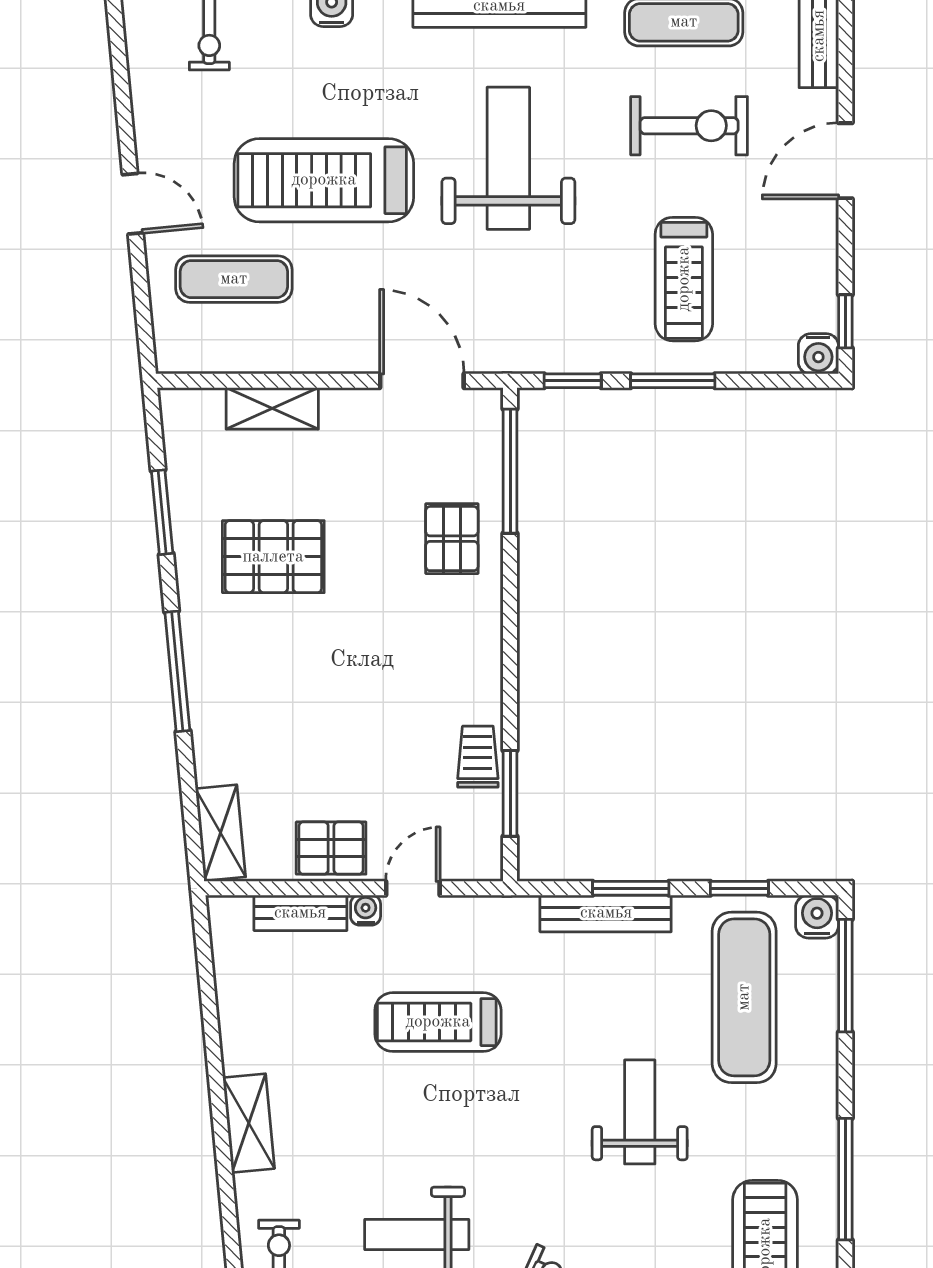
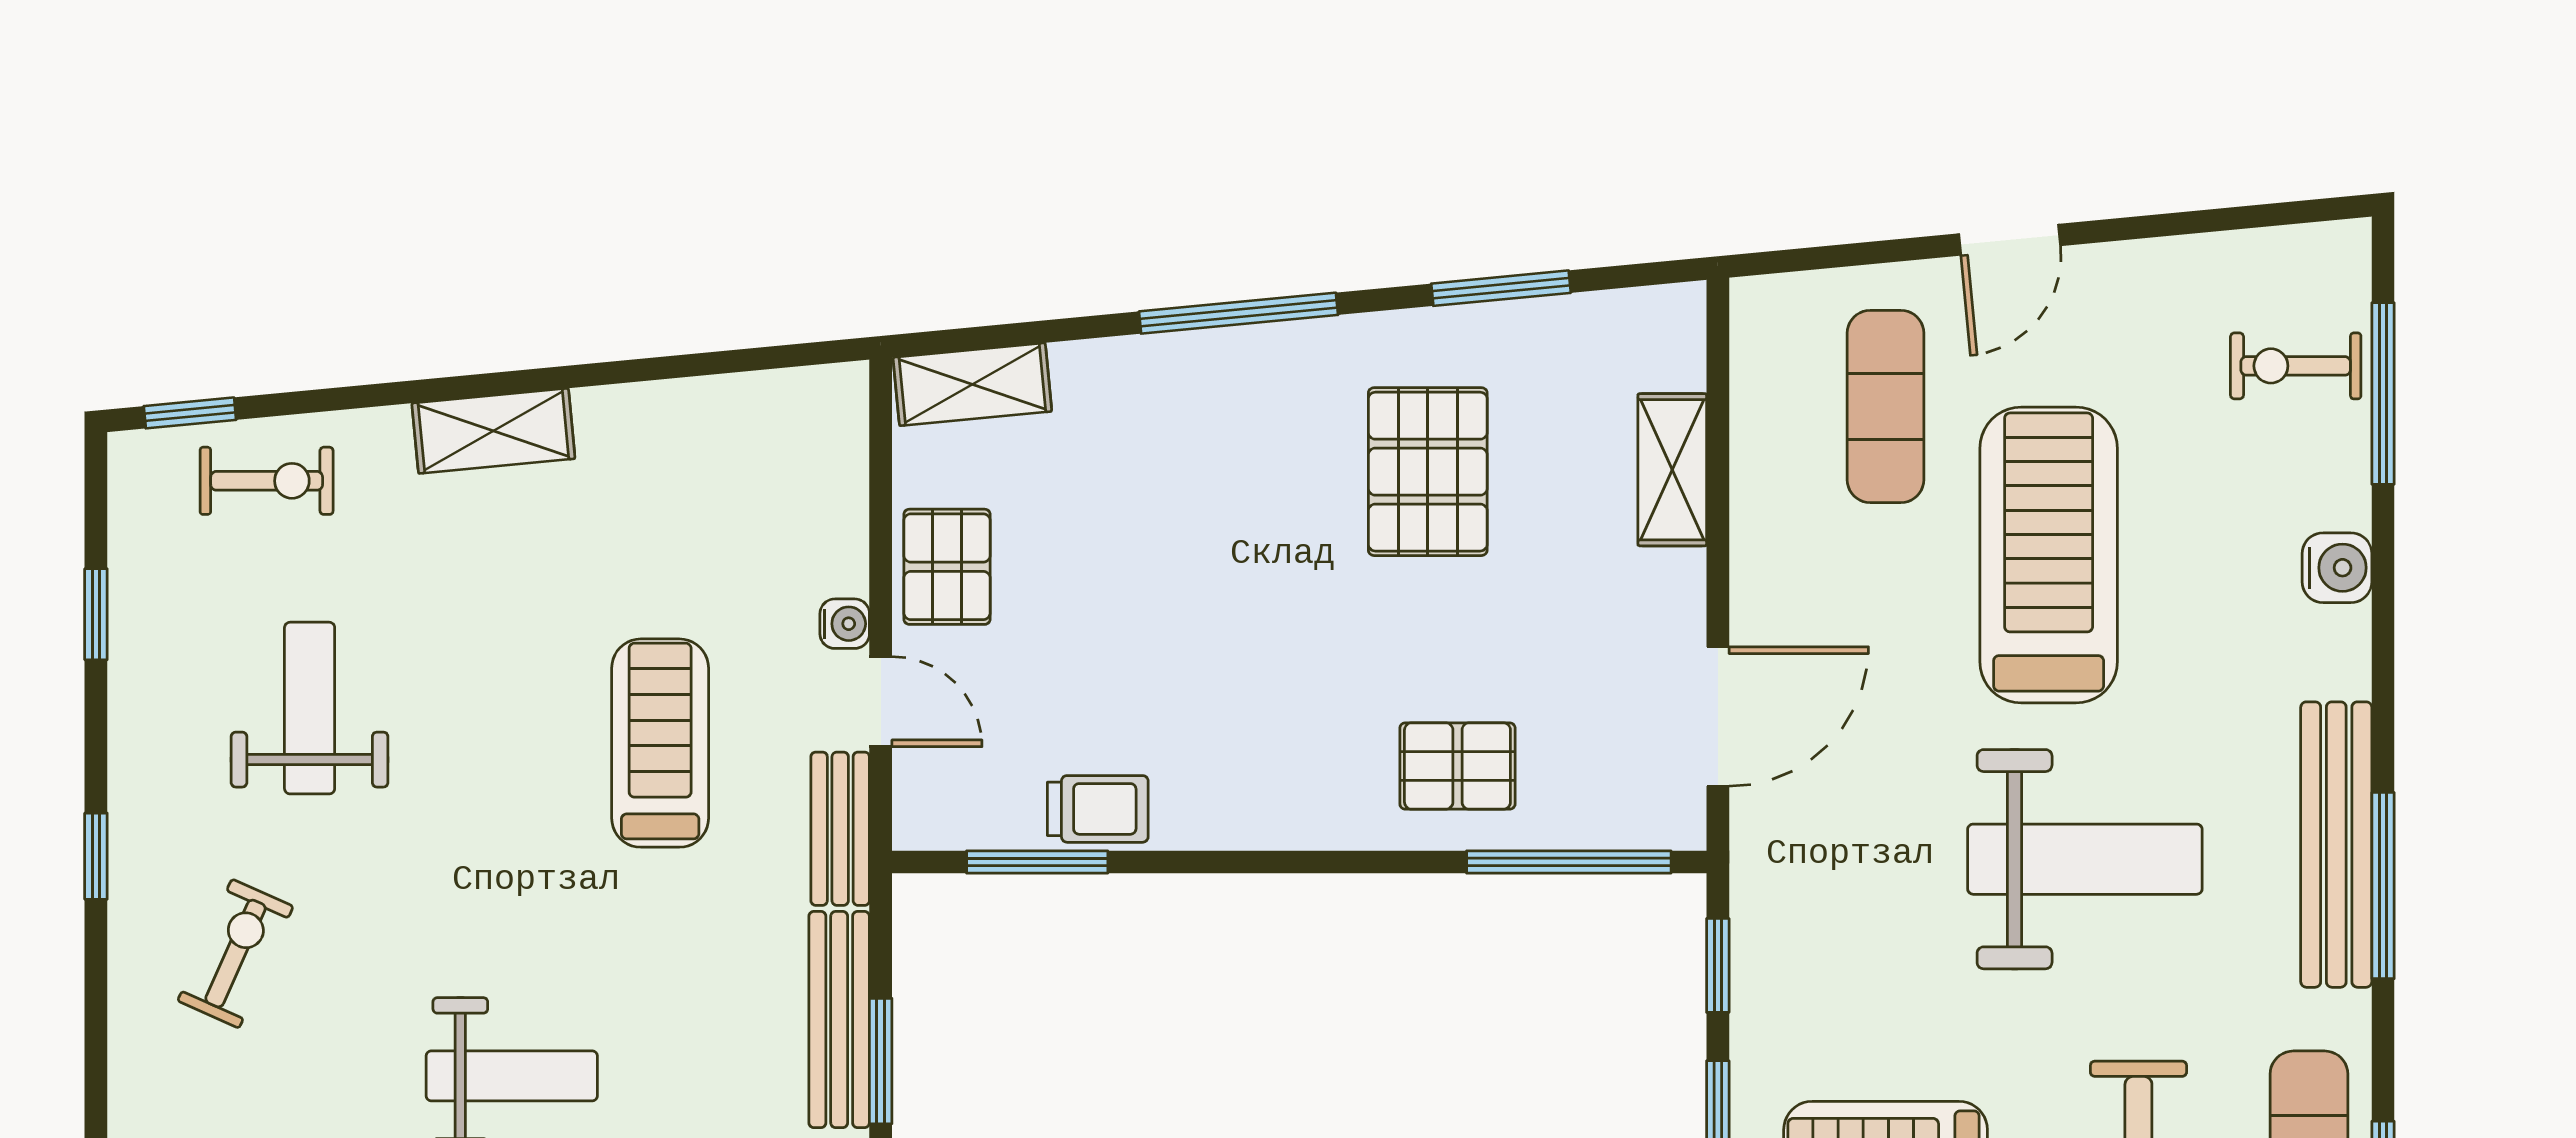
bench: (300, 913) -> (840, 829), moved

